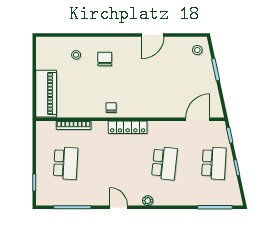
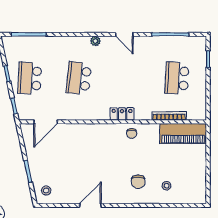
piano: (46, 94) -> (183, 134), moved, turned -90
locker: (128, 127) -> (122, 114), width x0.66

